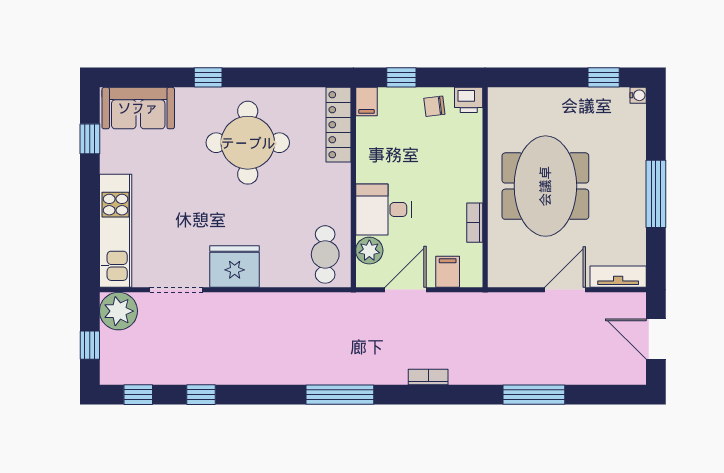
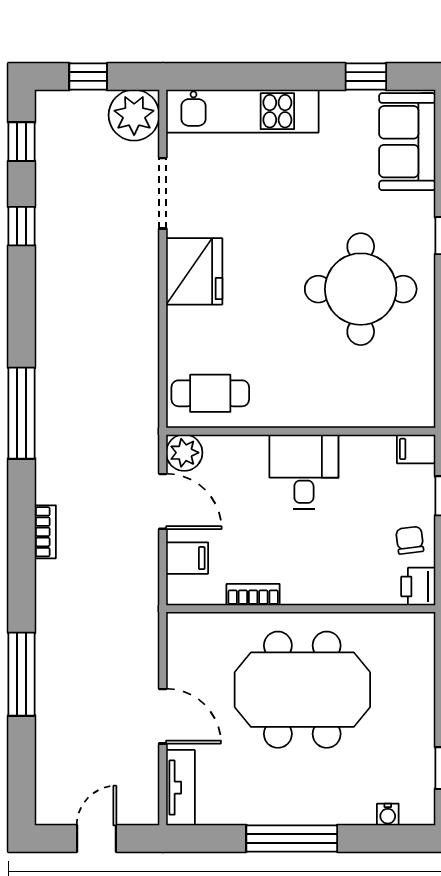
water cooler: (638, 95) -> (388, 814), moved
locker: (338, 125) -> (385, 411), removed
desk: (383, 209) -> (304, 472), moved
plant: (369, 251) -> (184, 453), moved
door: (656, 339) -> (97, 838), width x0.73

